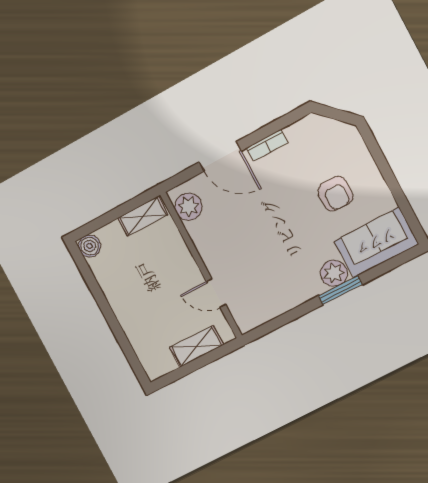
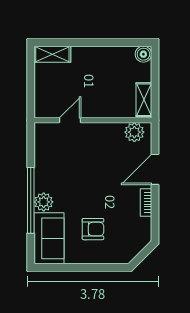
armchair: (335, 194) -> (93, 229), turned 180
window: (340, 290) -> (31, 200), width x2.11
shelving: (196, 346) -> (52, 54), moved, turned 90

